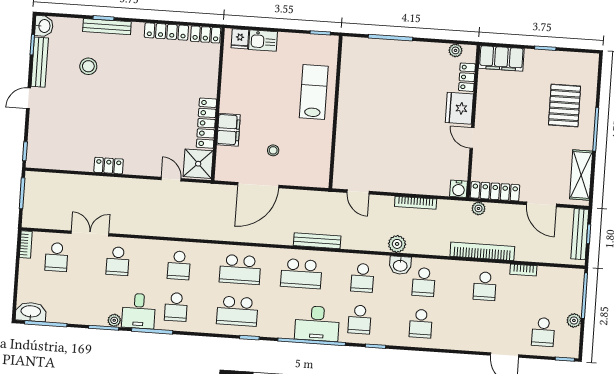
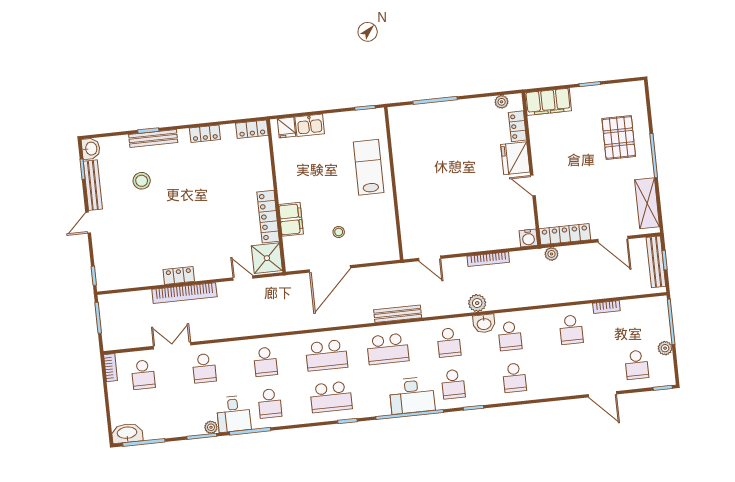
locker: (166, 31) -> (205, 134), width x0.66
bookcase: (482, 251) -> (184, 293), moved, turned 180

